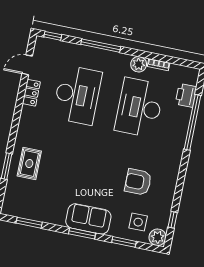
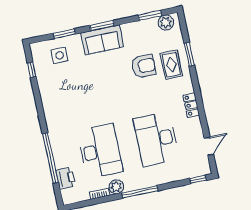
window: (101, 46) -> (140, 192), moved
locker: (31, 93) -> (191, 105), moved
armchair: (138, 182) -> (144, 66), moved
plant: (158, 237) -> (166, 23), moved

